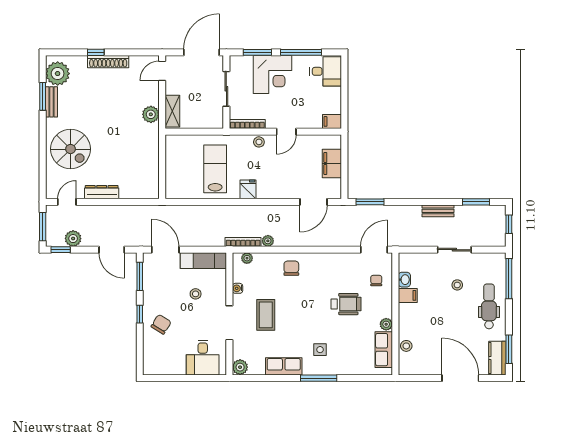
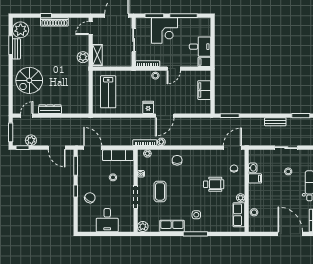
desk: (326, 71) -> (200, 47), moved
spiral stairs: (71, 149) -> (29, 80), turned 90
lab bench: (215, 169) -> (108, 92), moved, turned 180
door: (314, 202) -> (165, 116), moved
desk: (203, 358) -> (107, 220), moved

